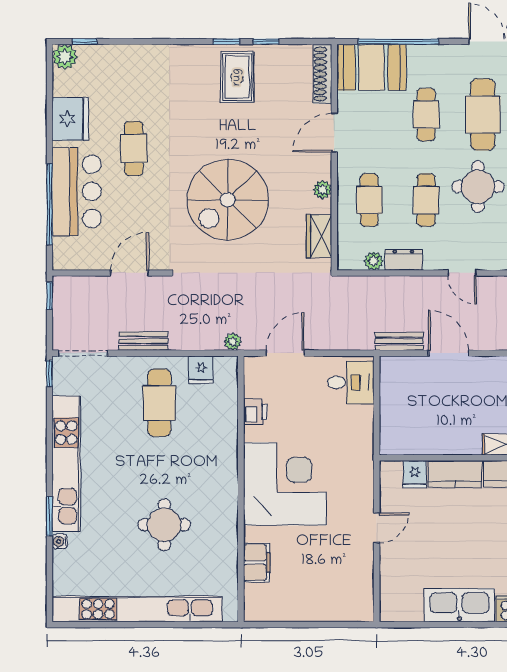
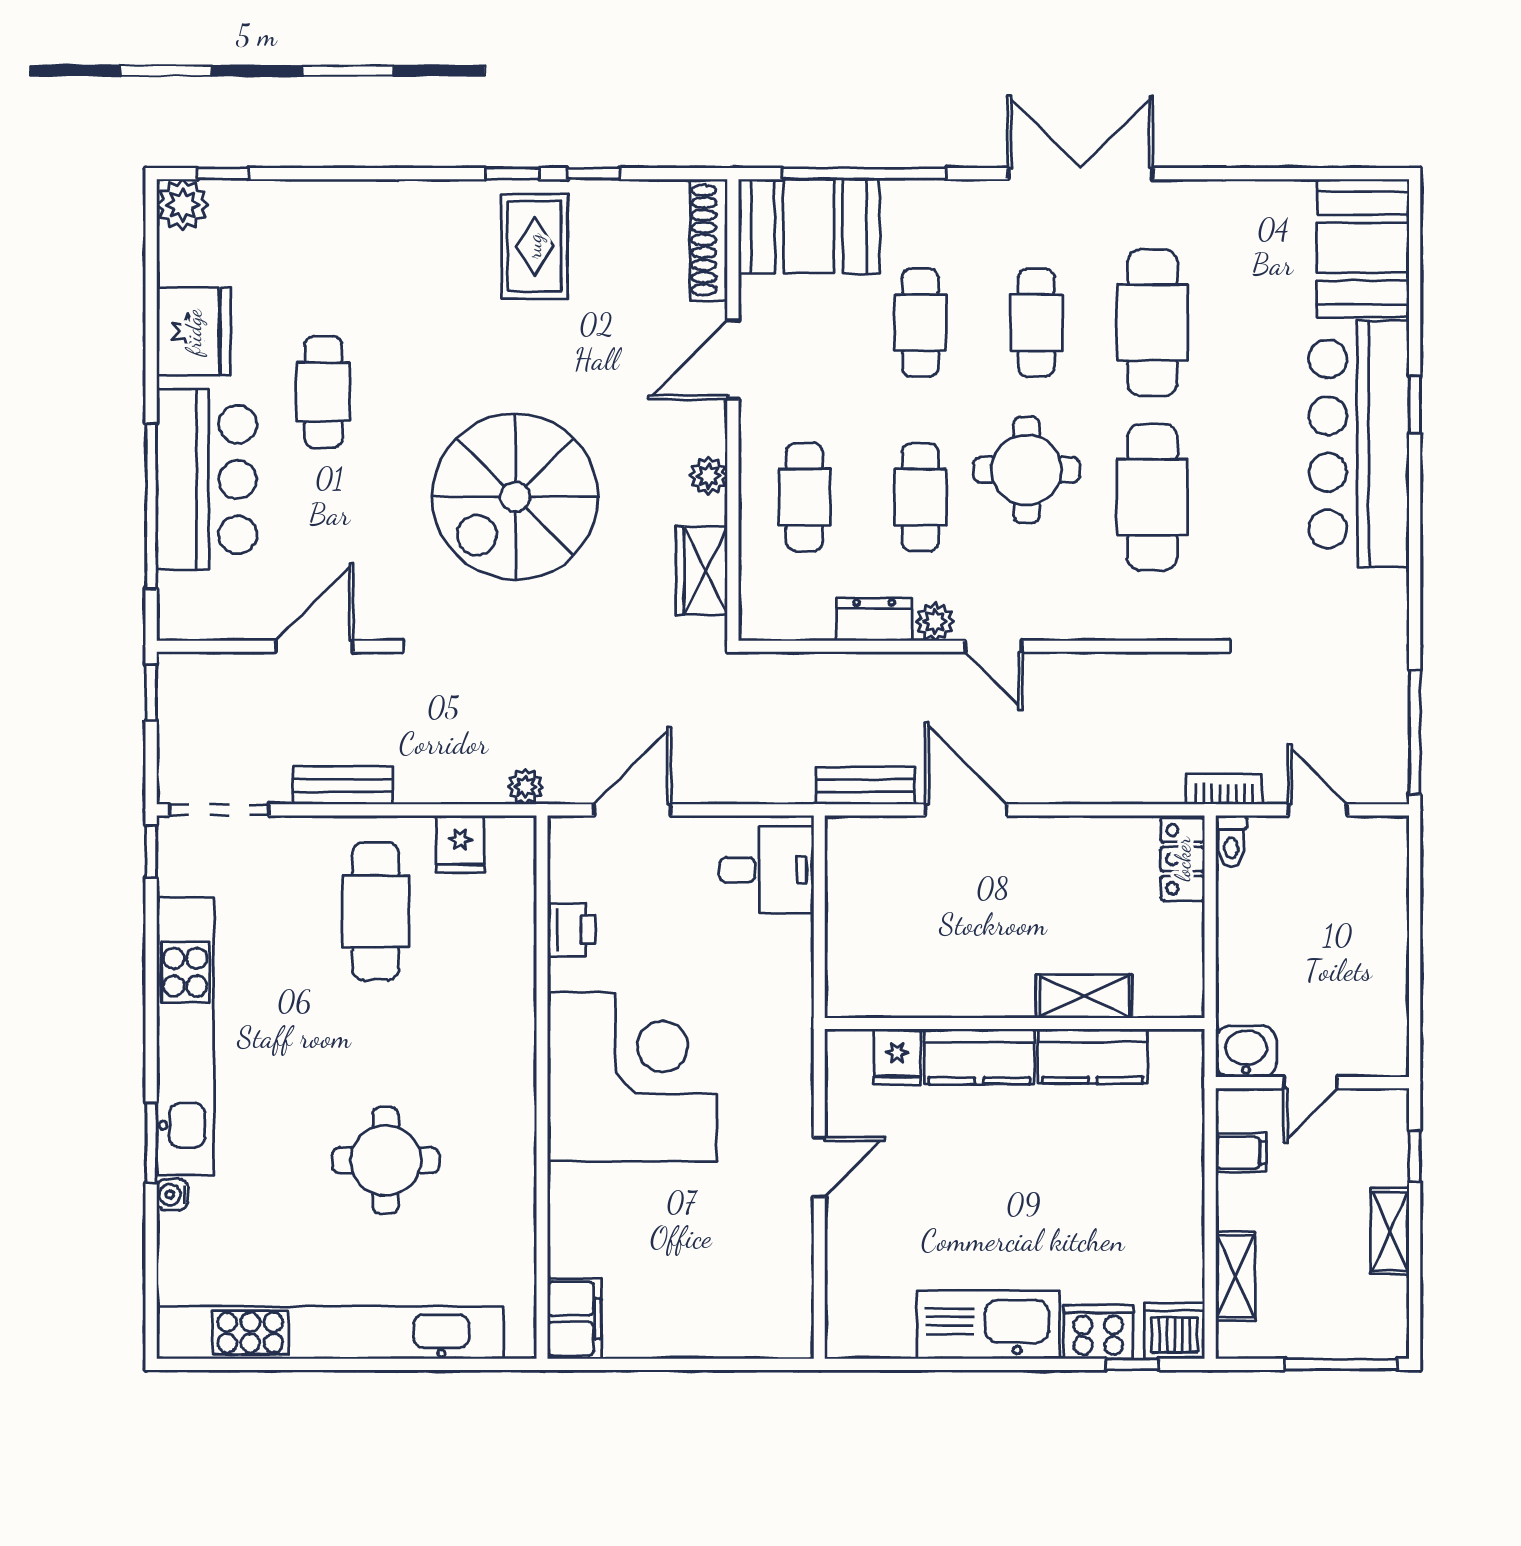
cafe table: (483, 115) -> (1036, 323), width x0.73, depth x0.74
plant: (374, 261) -> (935, 622), moved
filing cabinet: (257, 563) -> (574, 1319), moved

